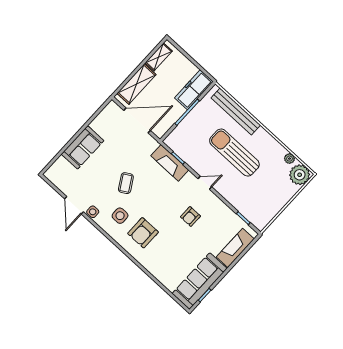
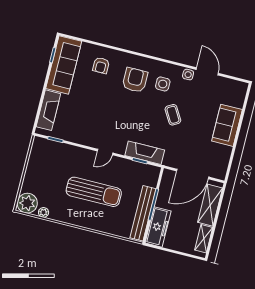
bench: (236, 111) -> (143, 213), moved, turned 90
armchair: (190, 217) -> (101, 65), moved, turned 180

